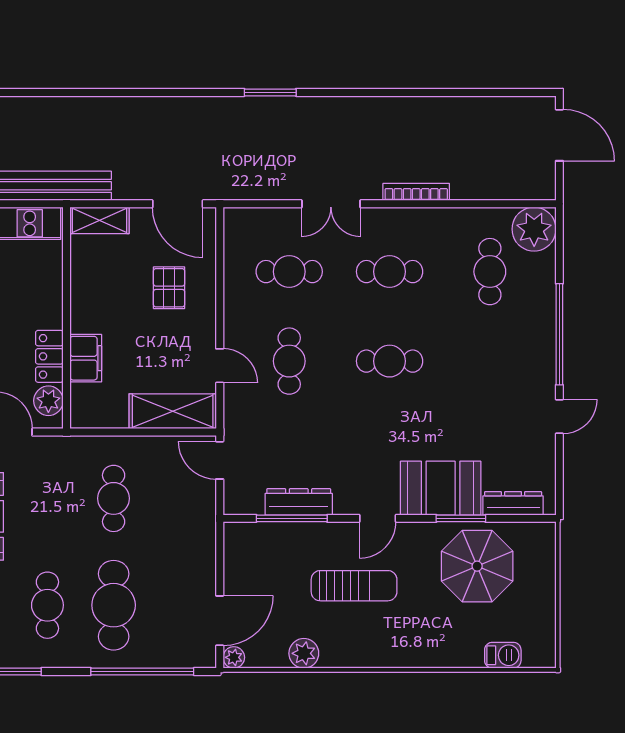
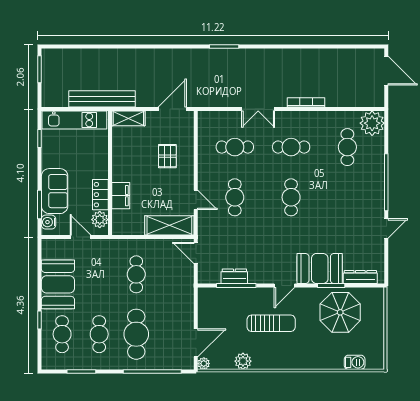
door: (178, 204) -> (172, 109), swing flipped
cafe table: (390, 361) -> (291, 197), turned 90
dresser: (299, 502) -> (234, 276), width x0.70

